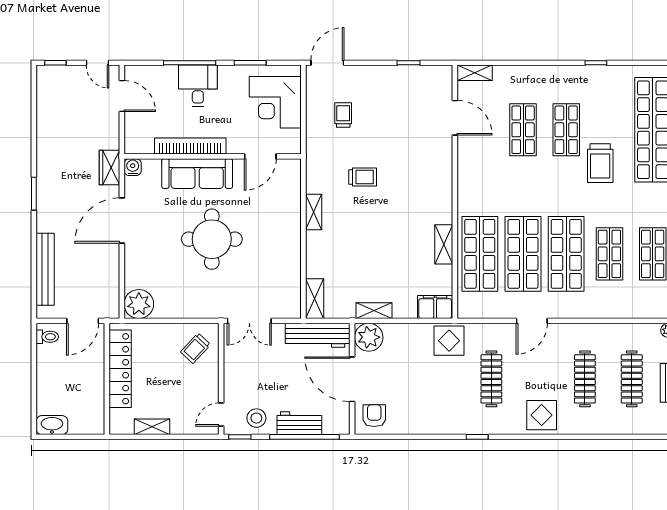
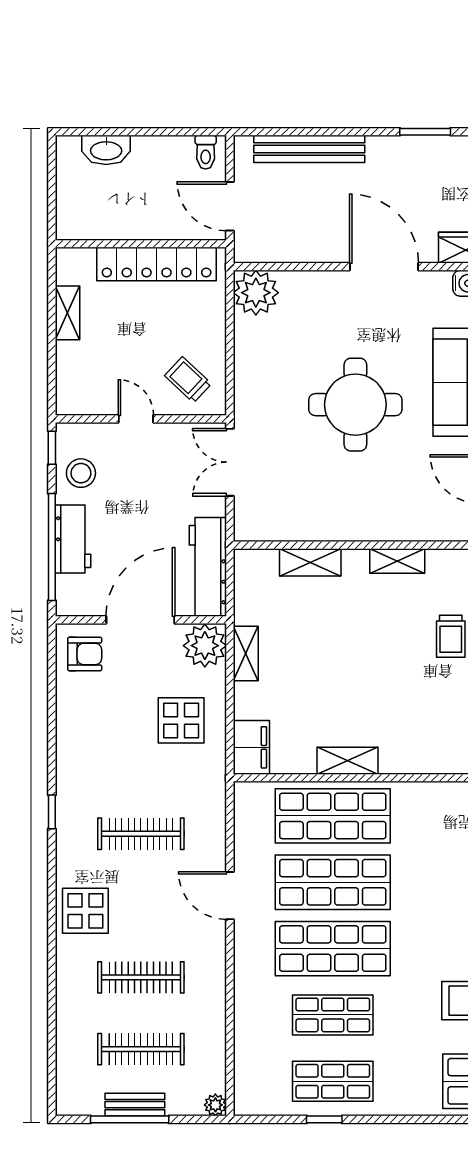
shelving: (315, 299) -> (310, 562), moved
display table: (449, 341) -> (181, 720), moved
door: (221, 415) -> (136, 419), moved
washbasin: (52, 425) -> (106, 150), moved, turned 90

